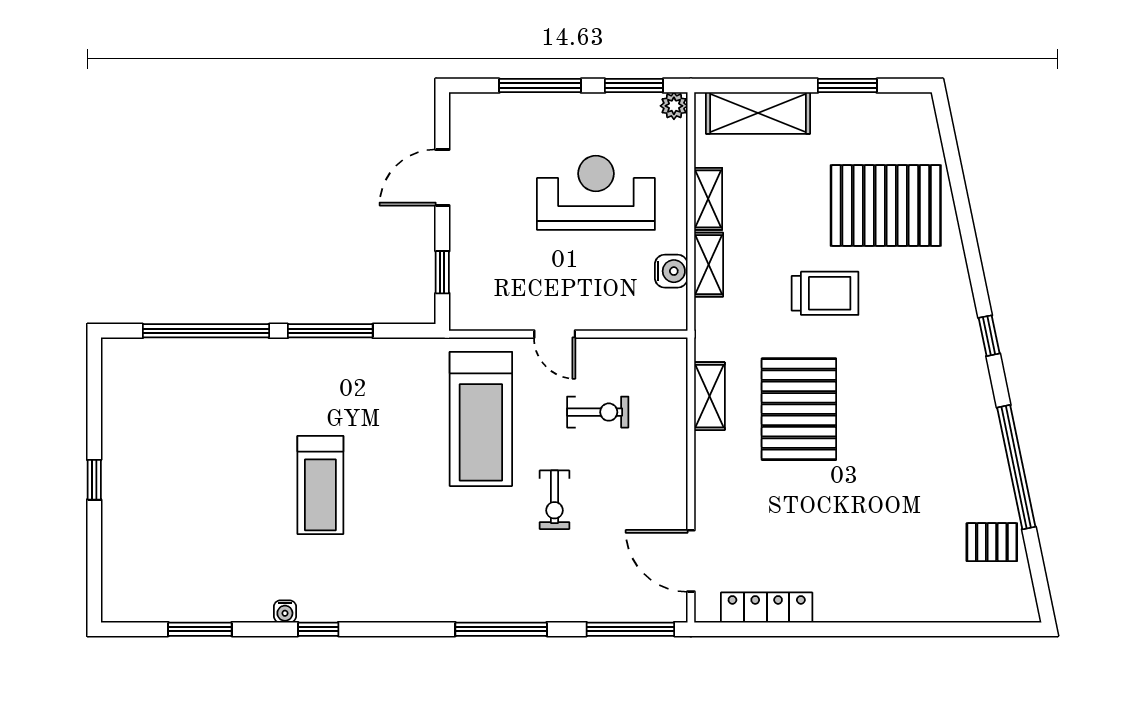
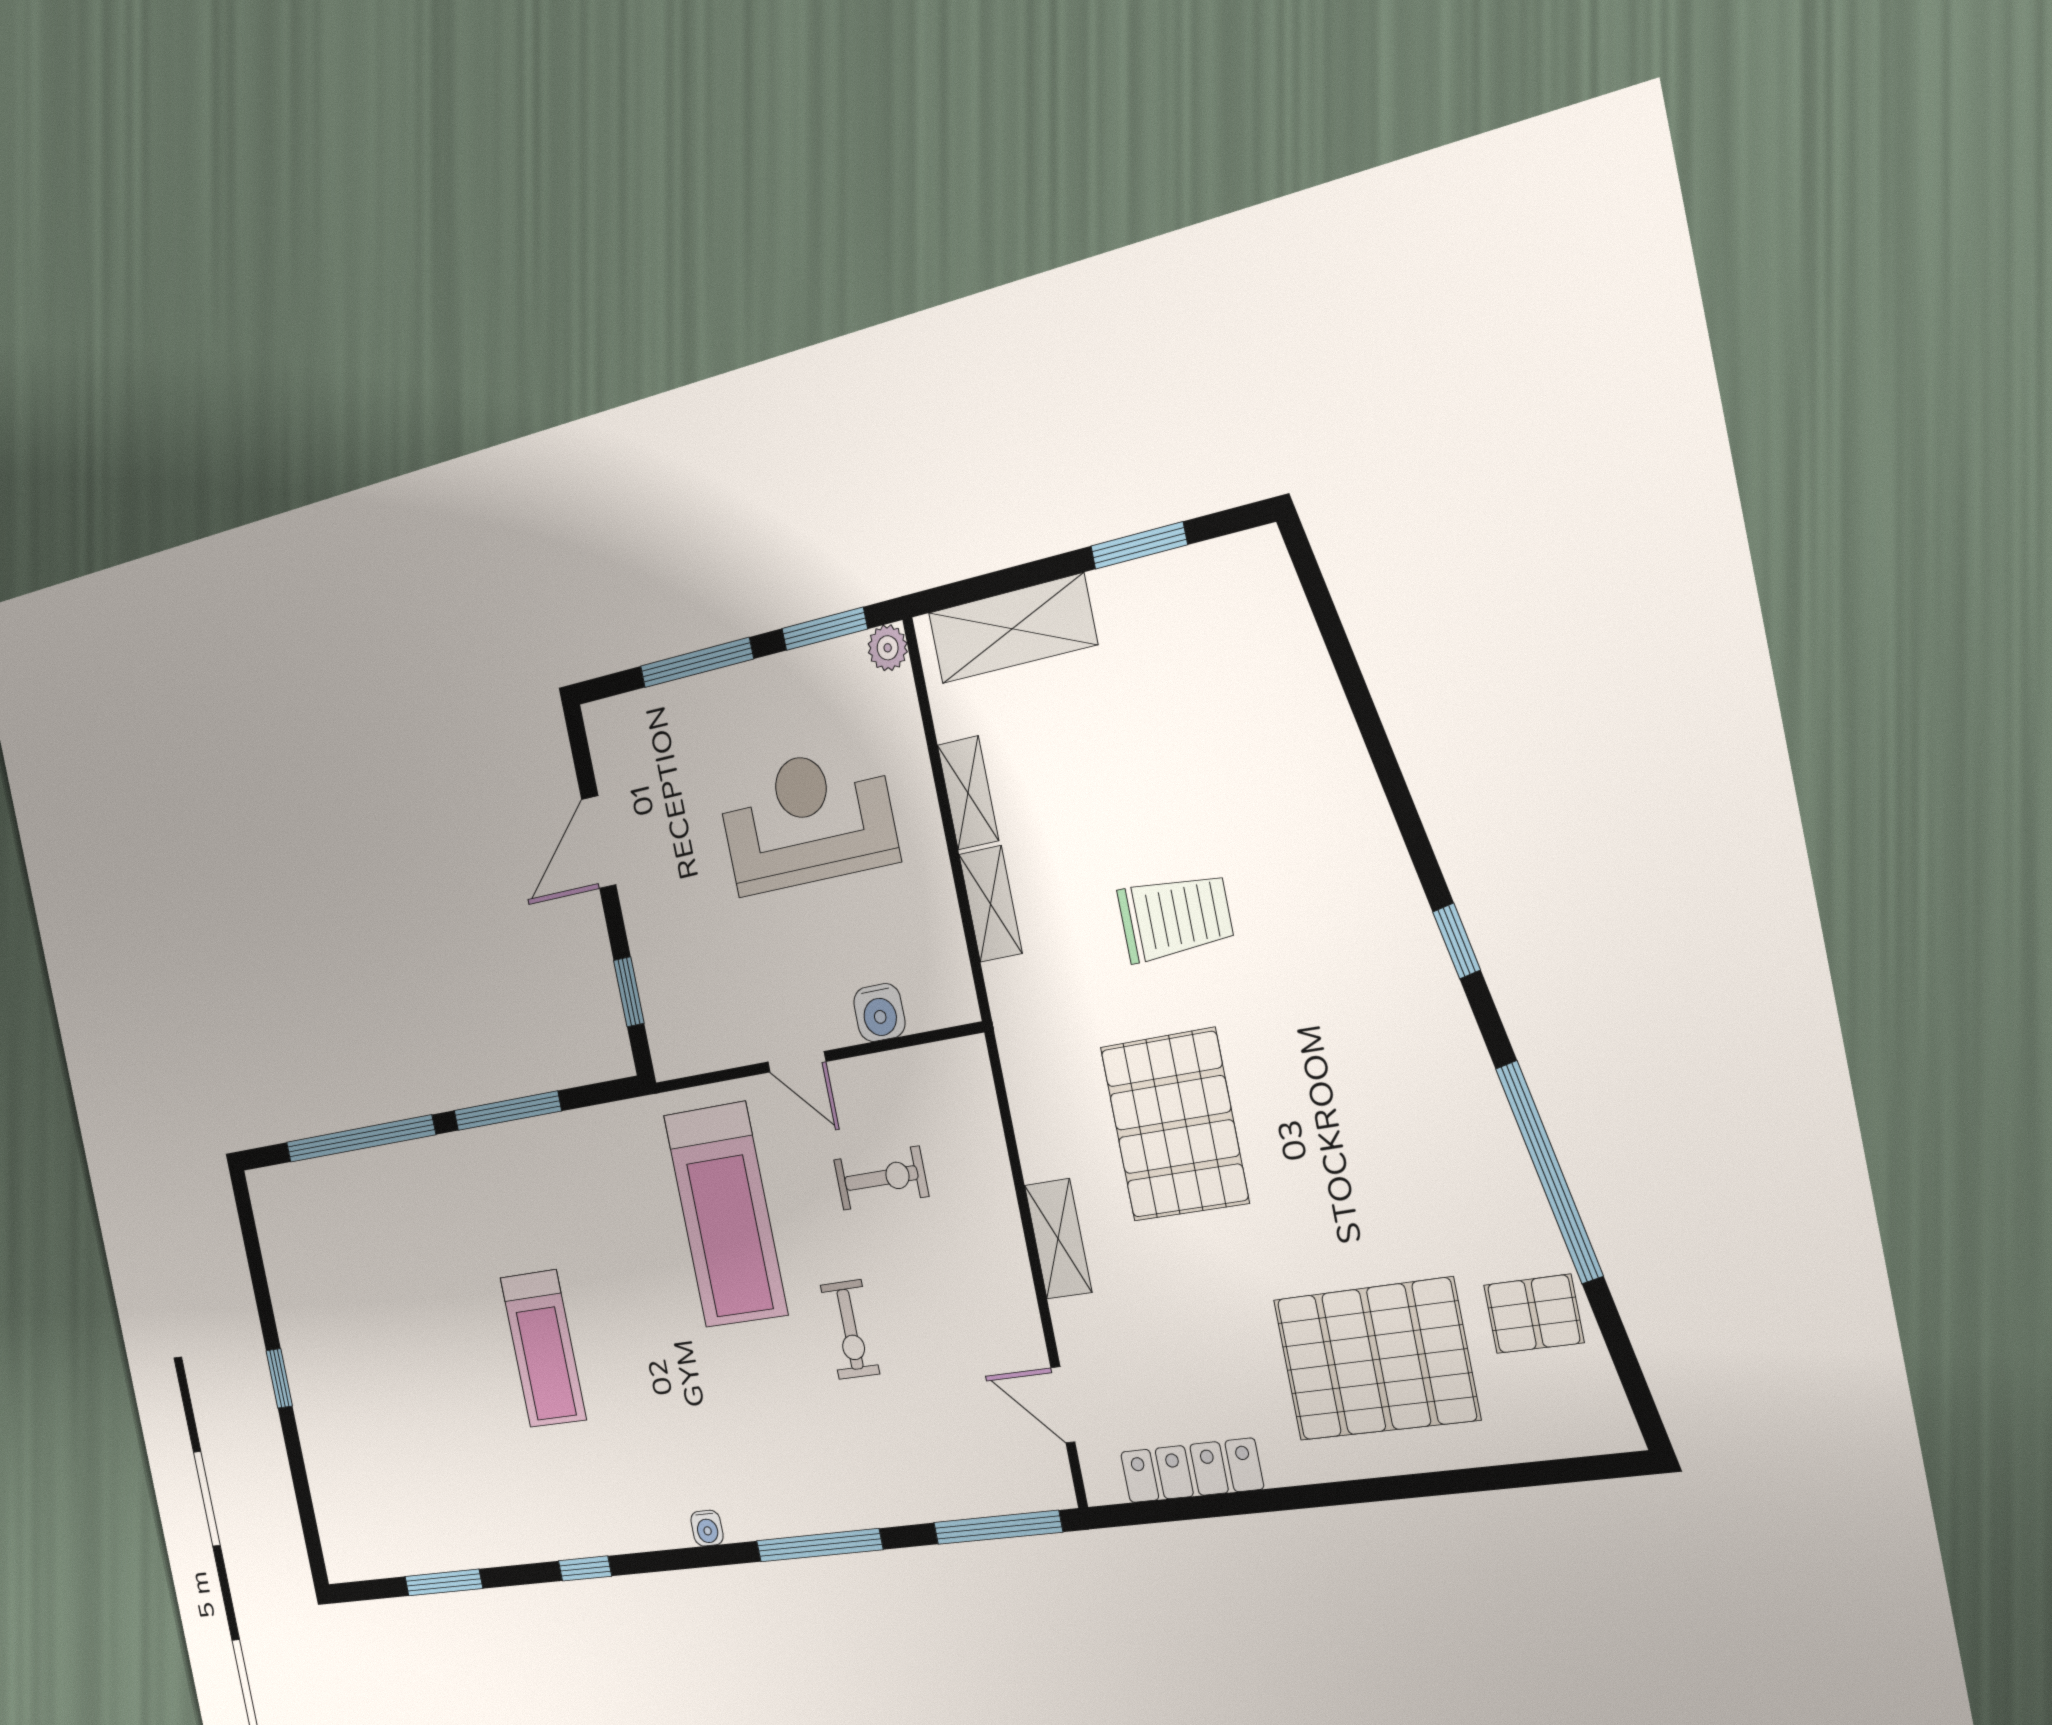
pallet: (886, 205) -> (1376, 1359), moved
water cooler: (671, 271) -> (879, 1013), moved, turned 90
shelving: (710, 396) -> (1058, 1239), moved
door: (691, 561) -> (1063, 1405), width x0.73
water cooler: (285, 611) -> (707, 1528), moved

